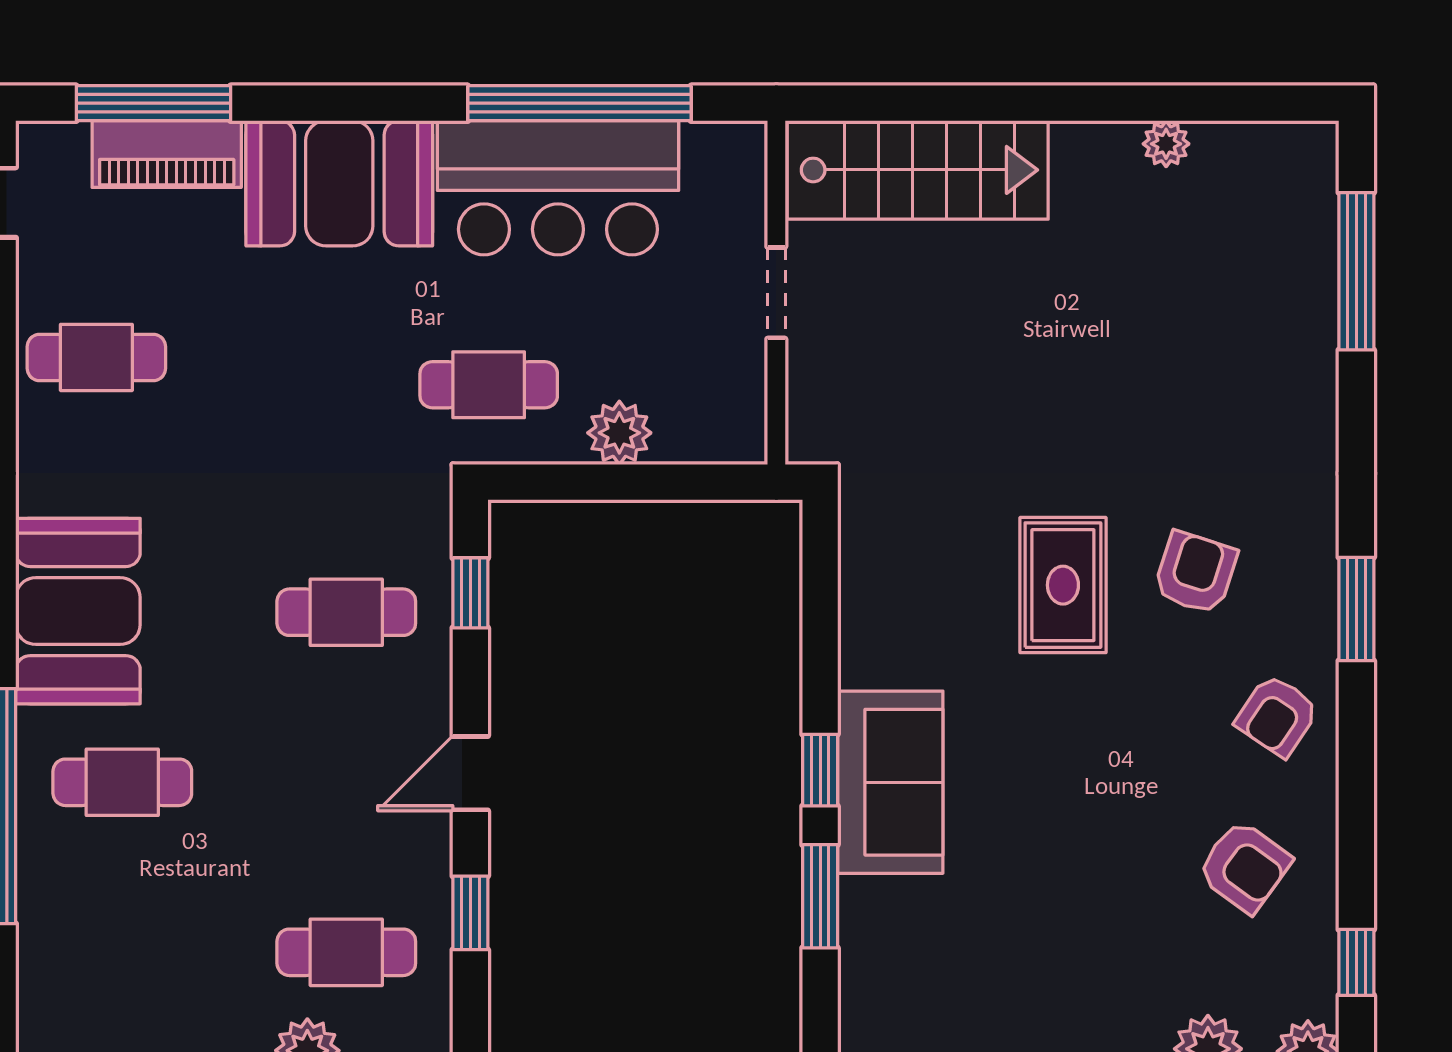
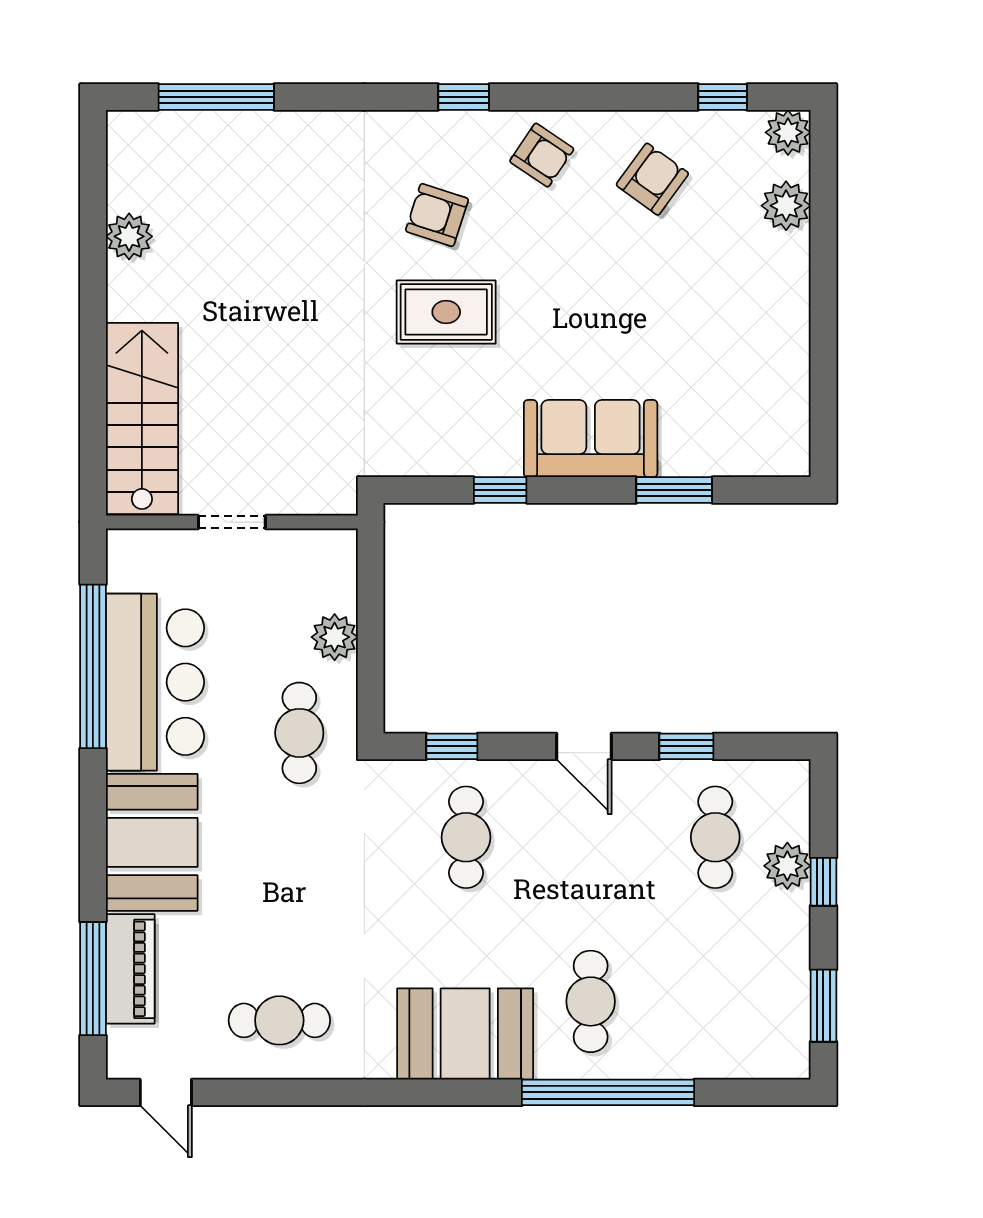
plant: (1166, 144) -> (129, 236), width x1.38, depth x1.38
cafe table: (96, 357) -> (279, 1020), turned 90
window: (1356, 609) -> (464, 97), width x0.67
window: (820, 770) -> (500, 490), moved

